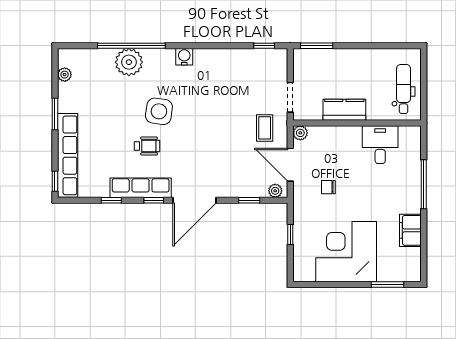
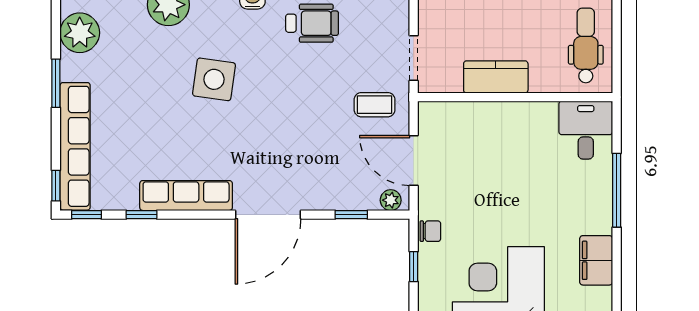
plant: (65, 75) -> (80, 33), width x1.88, depth x1.88
coffee table: (265, 128) -> (375, 105), turned 90
plant: (300, 133) -> (429, 112), removed
desk: (380, 145) -> (586, 130), moved
wheelchair: (147, 146) -> (312, 23), moved, width x1.36, depth x1.37
chair: (328, 187) -> (430, 231), moved, turned 180
window: (154, 200) -> (87, 215), moved

